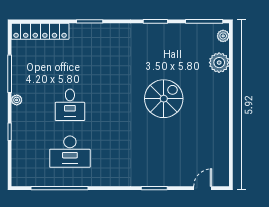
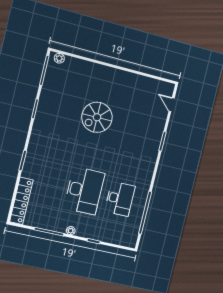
plant: (219, 63) -> (79, 67), removed
spiral stairs: (164, 99) -> (97, 117), turned -90
desk: (70, 105) -> (84, 191), width x1.87, depth x1.30

